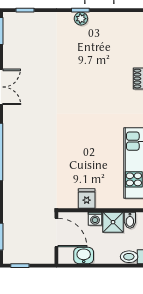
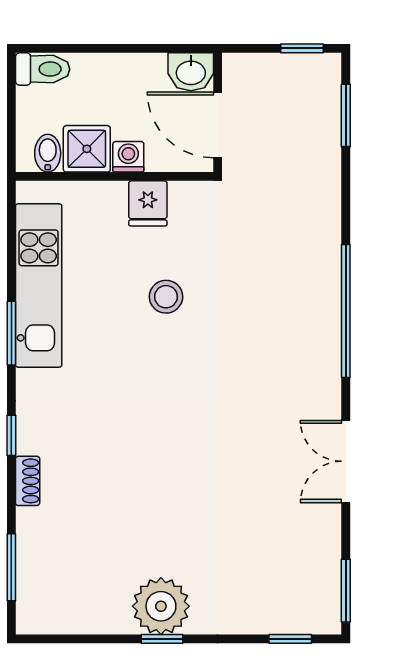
plant: (81, 19) -> (161, 606), width x1.88, depth x1.88
stool: (79, 158) -> (166, 297), added
washbasin: (84, 256) -> (191, 72), moved

